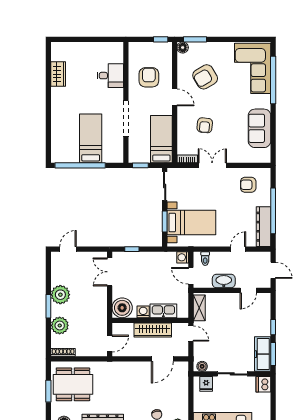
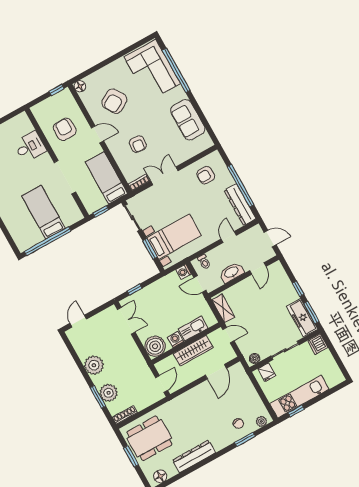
window: (195, 39) -> (87, 73), removed
double door: (110, 272) -> (126, 321), swing flipped
window: (48, 306) -> (98, 397), moved

